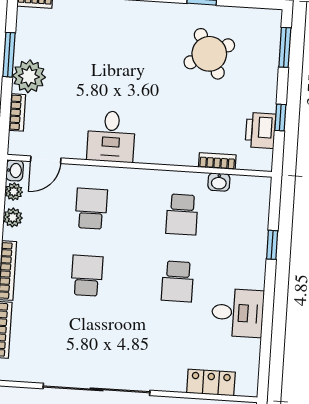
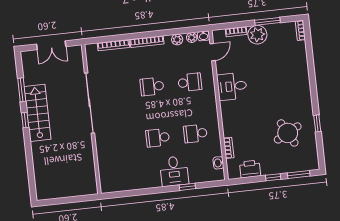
window: (280, 118) -> (273, 177), moved
door: (46, 160) -> (213, 52), swing flipped
washbasin: (219, 182) -> (218, 163), moved
school desk: (87, 276) -> (152, 87), turned 180
desk: (238, 313) -> (174, 171), moved
locker: (211, 382) -> (105, 166), removed

